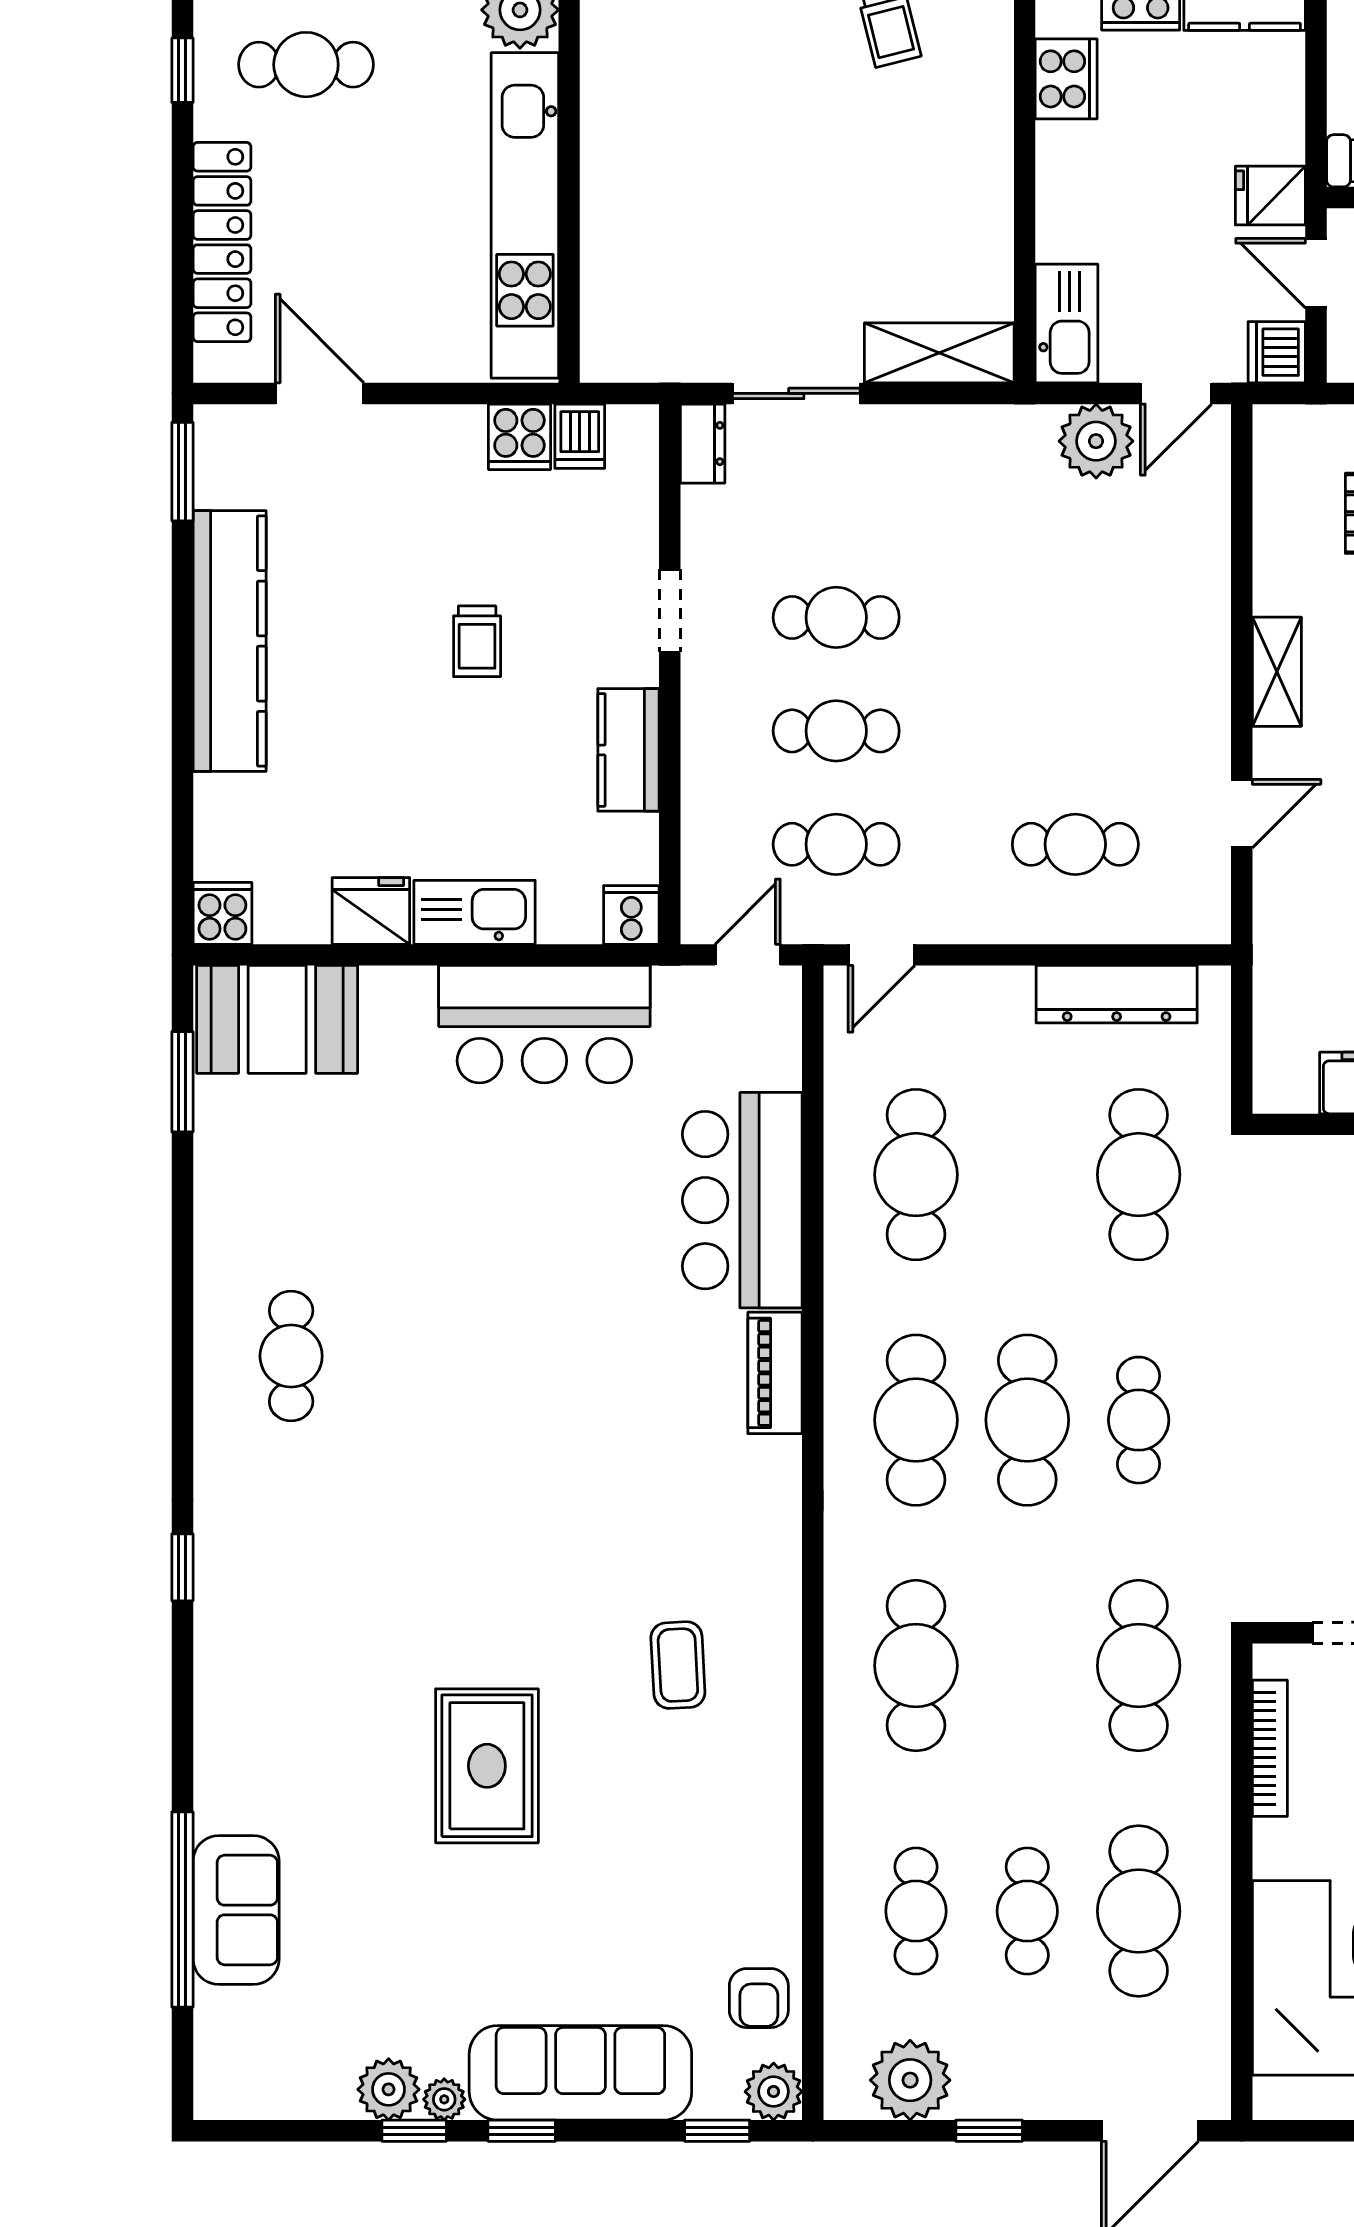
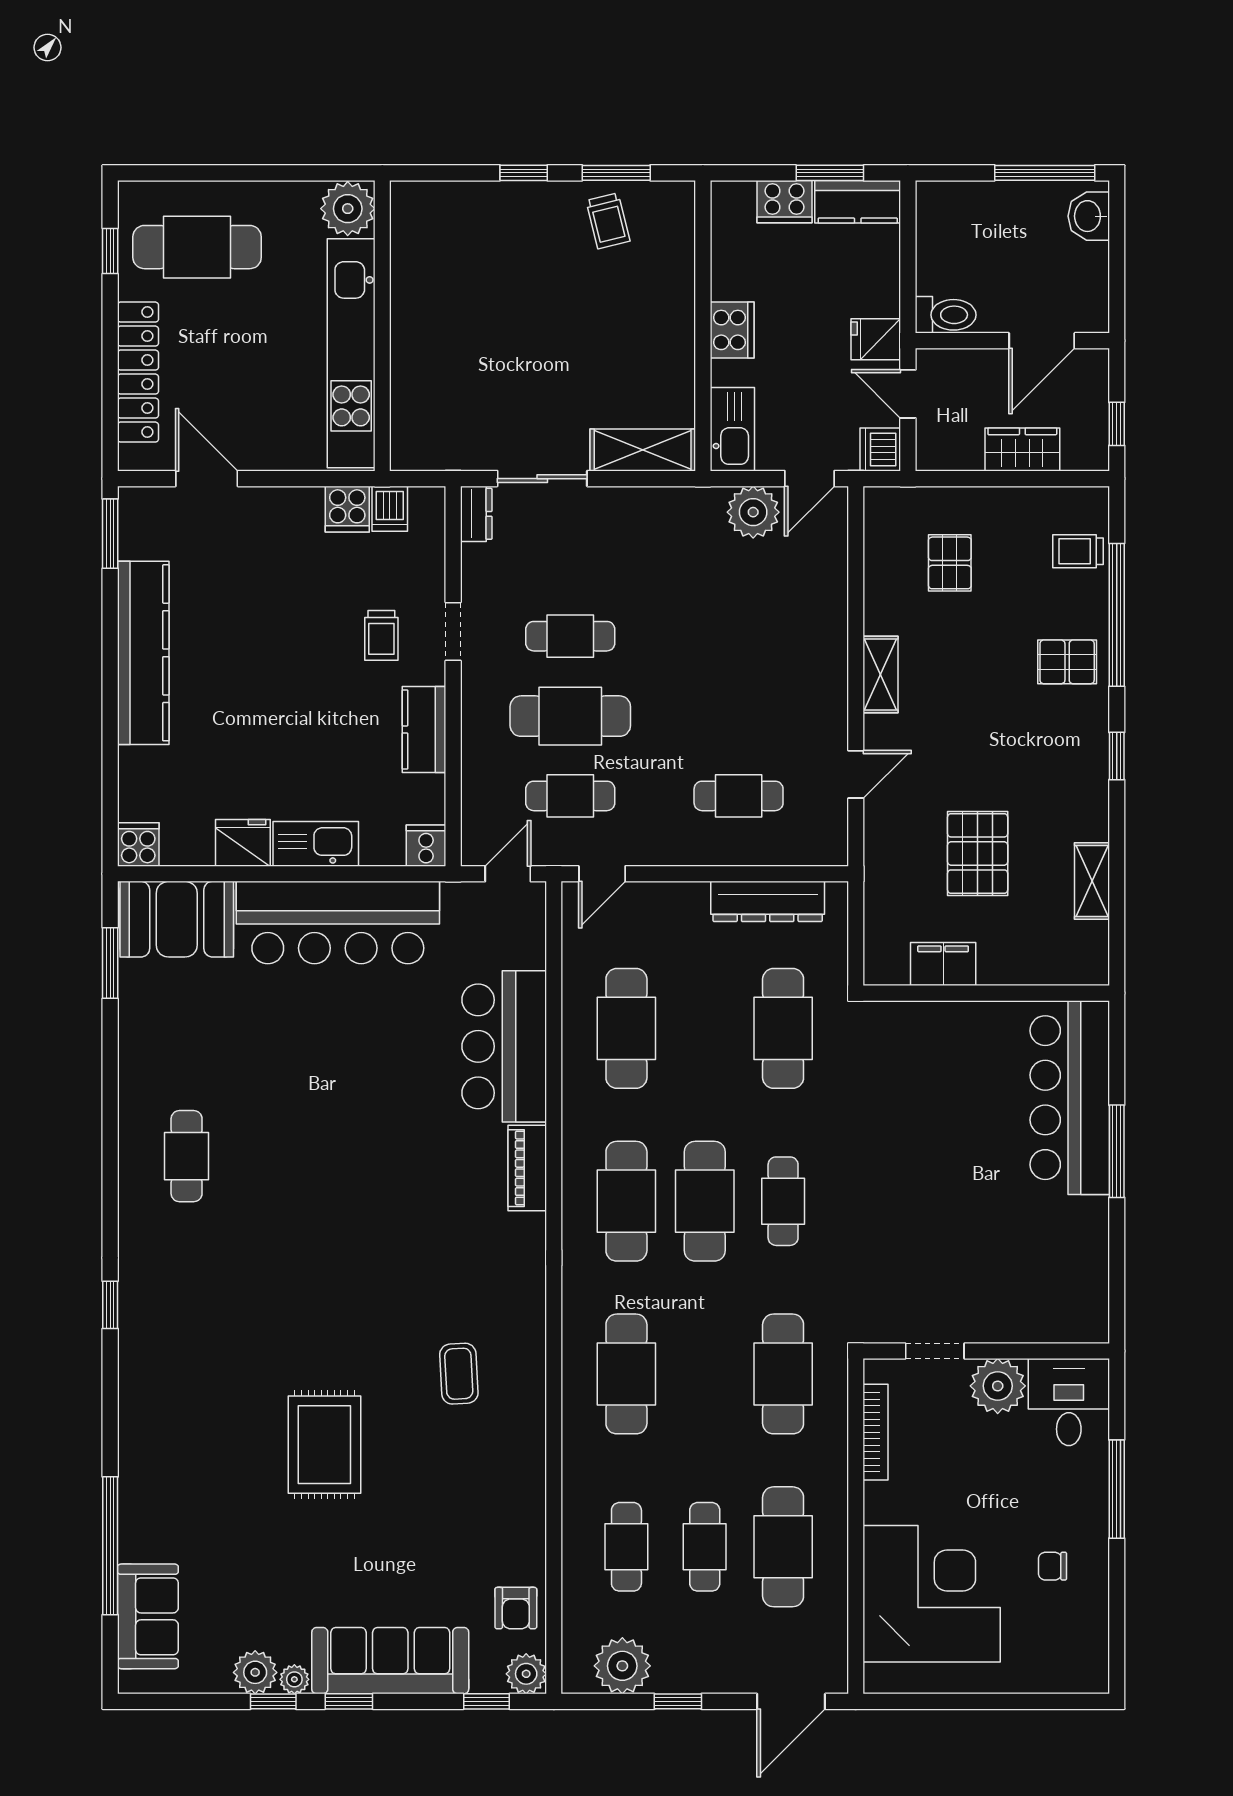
cafe table: (306, 65) -> (197, 247), width x1.37, depth x1.35
cooker: (1066, 79) -> (732, 330), moved
trolley: (477, 641) -> (381, 635), moved
cafe table: (836, 731) -> (570, 716), width x1.37, depth x1.35
bar counter: (544, 1024) -> (338, 923), width x1.36
sofa: (236, 1910) -> (148, 1616), moved

